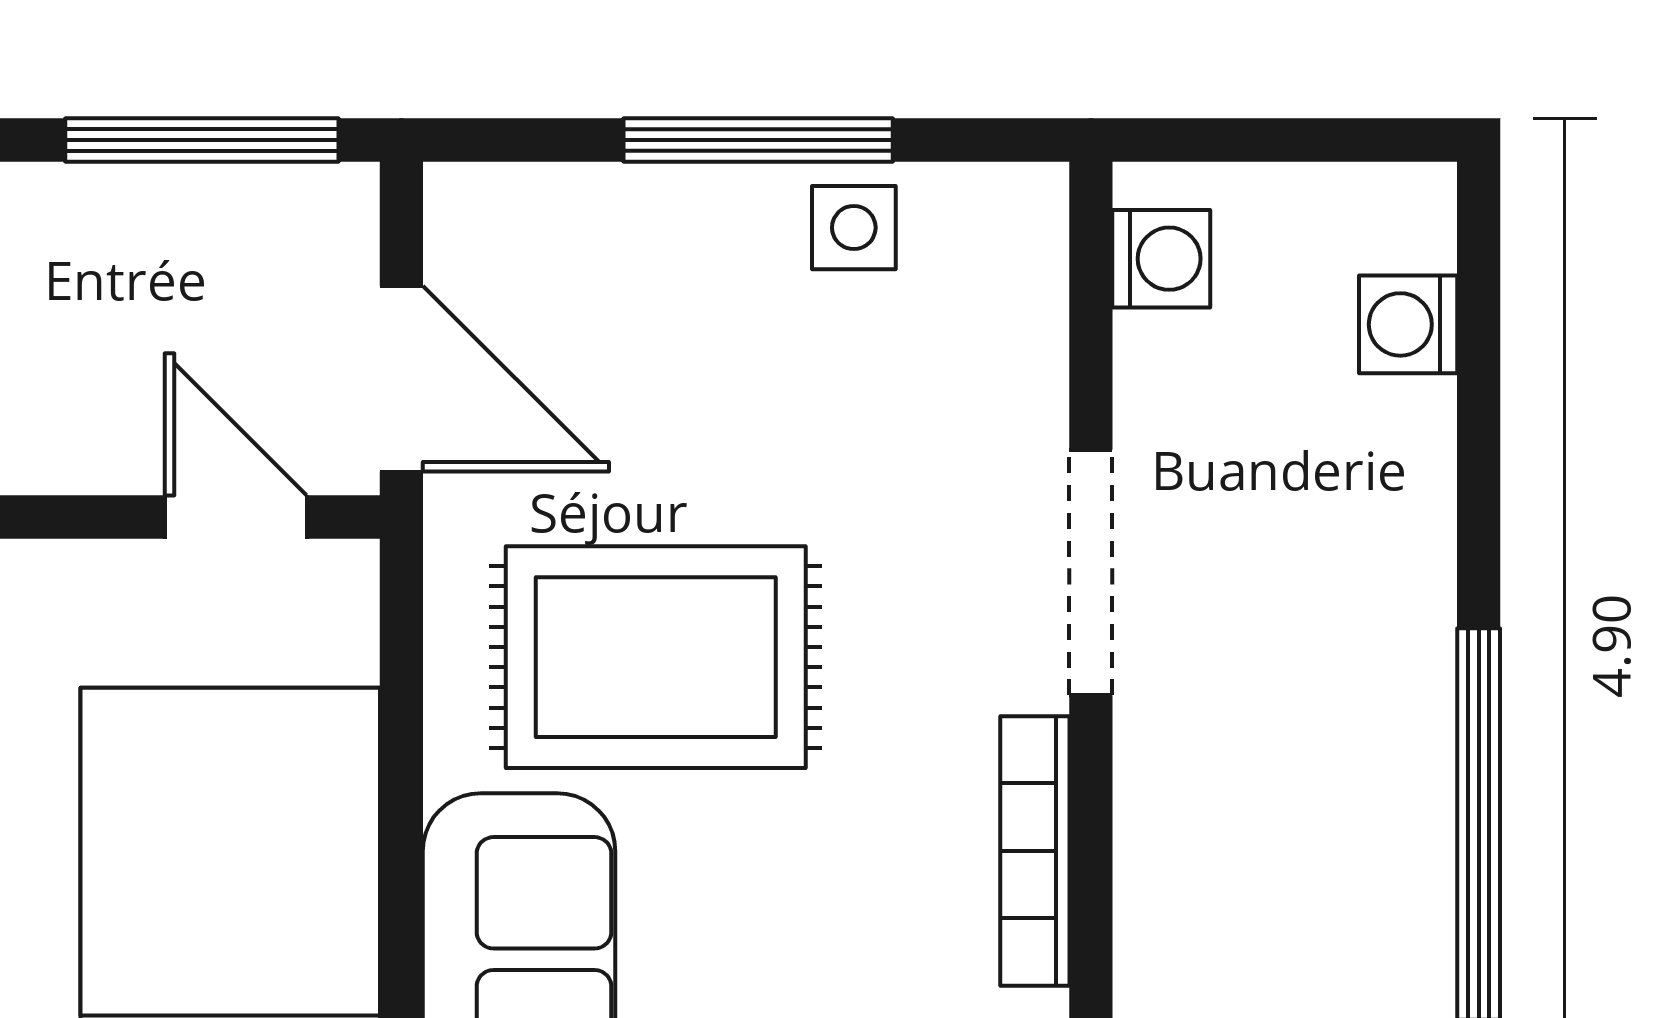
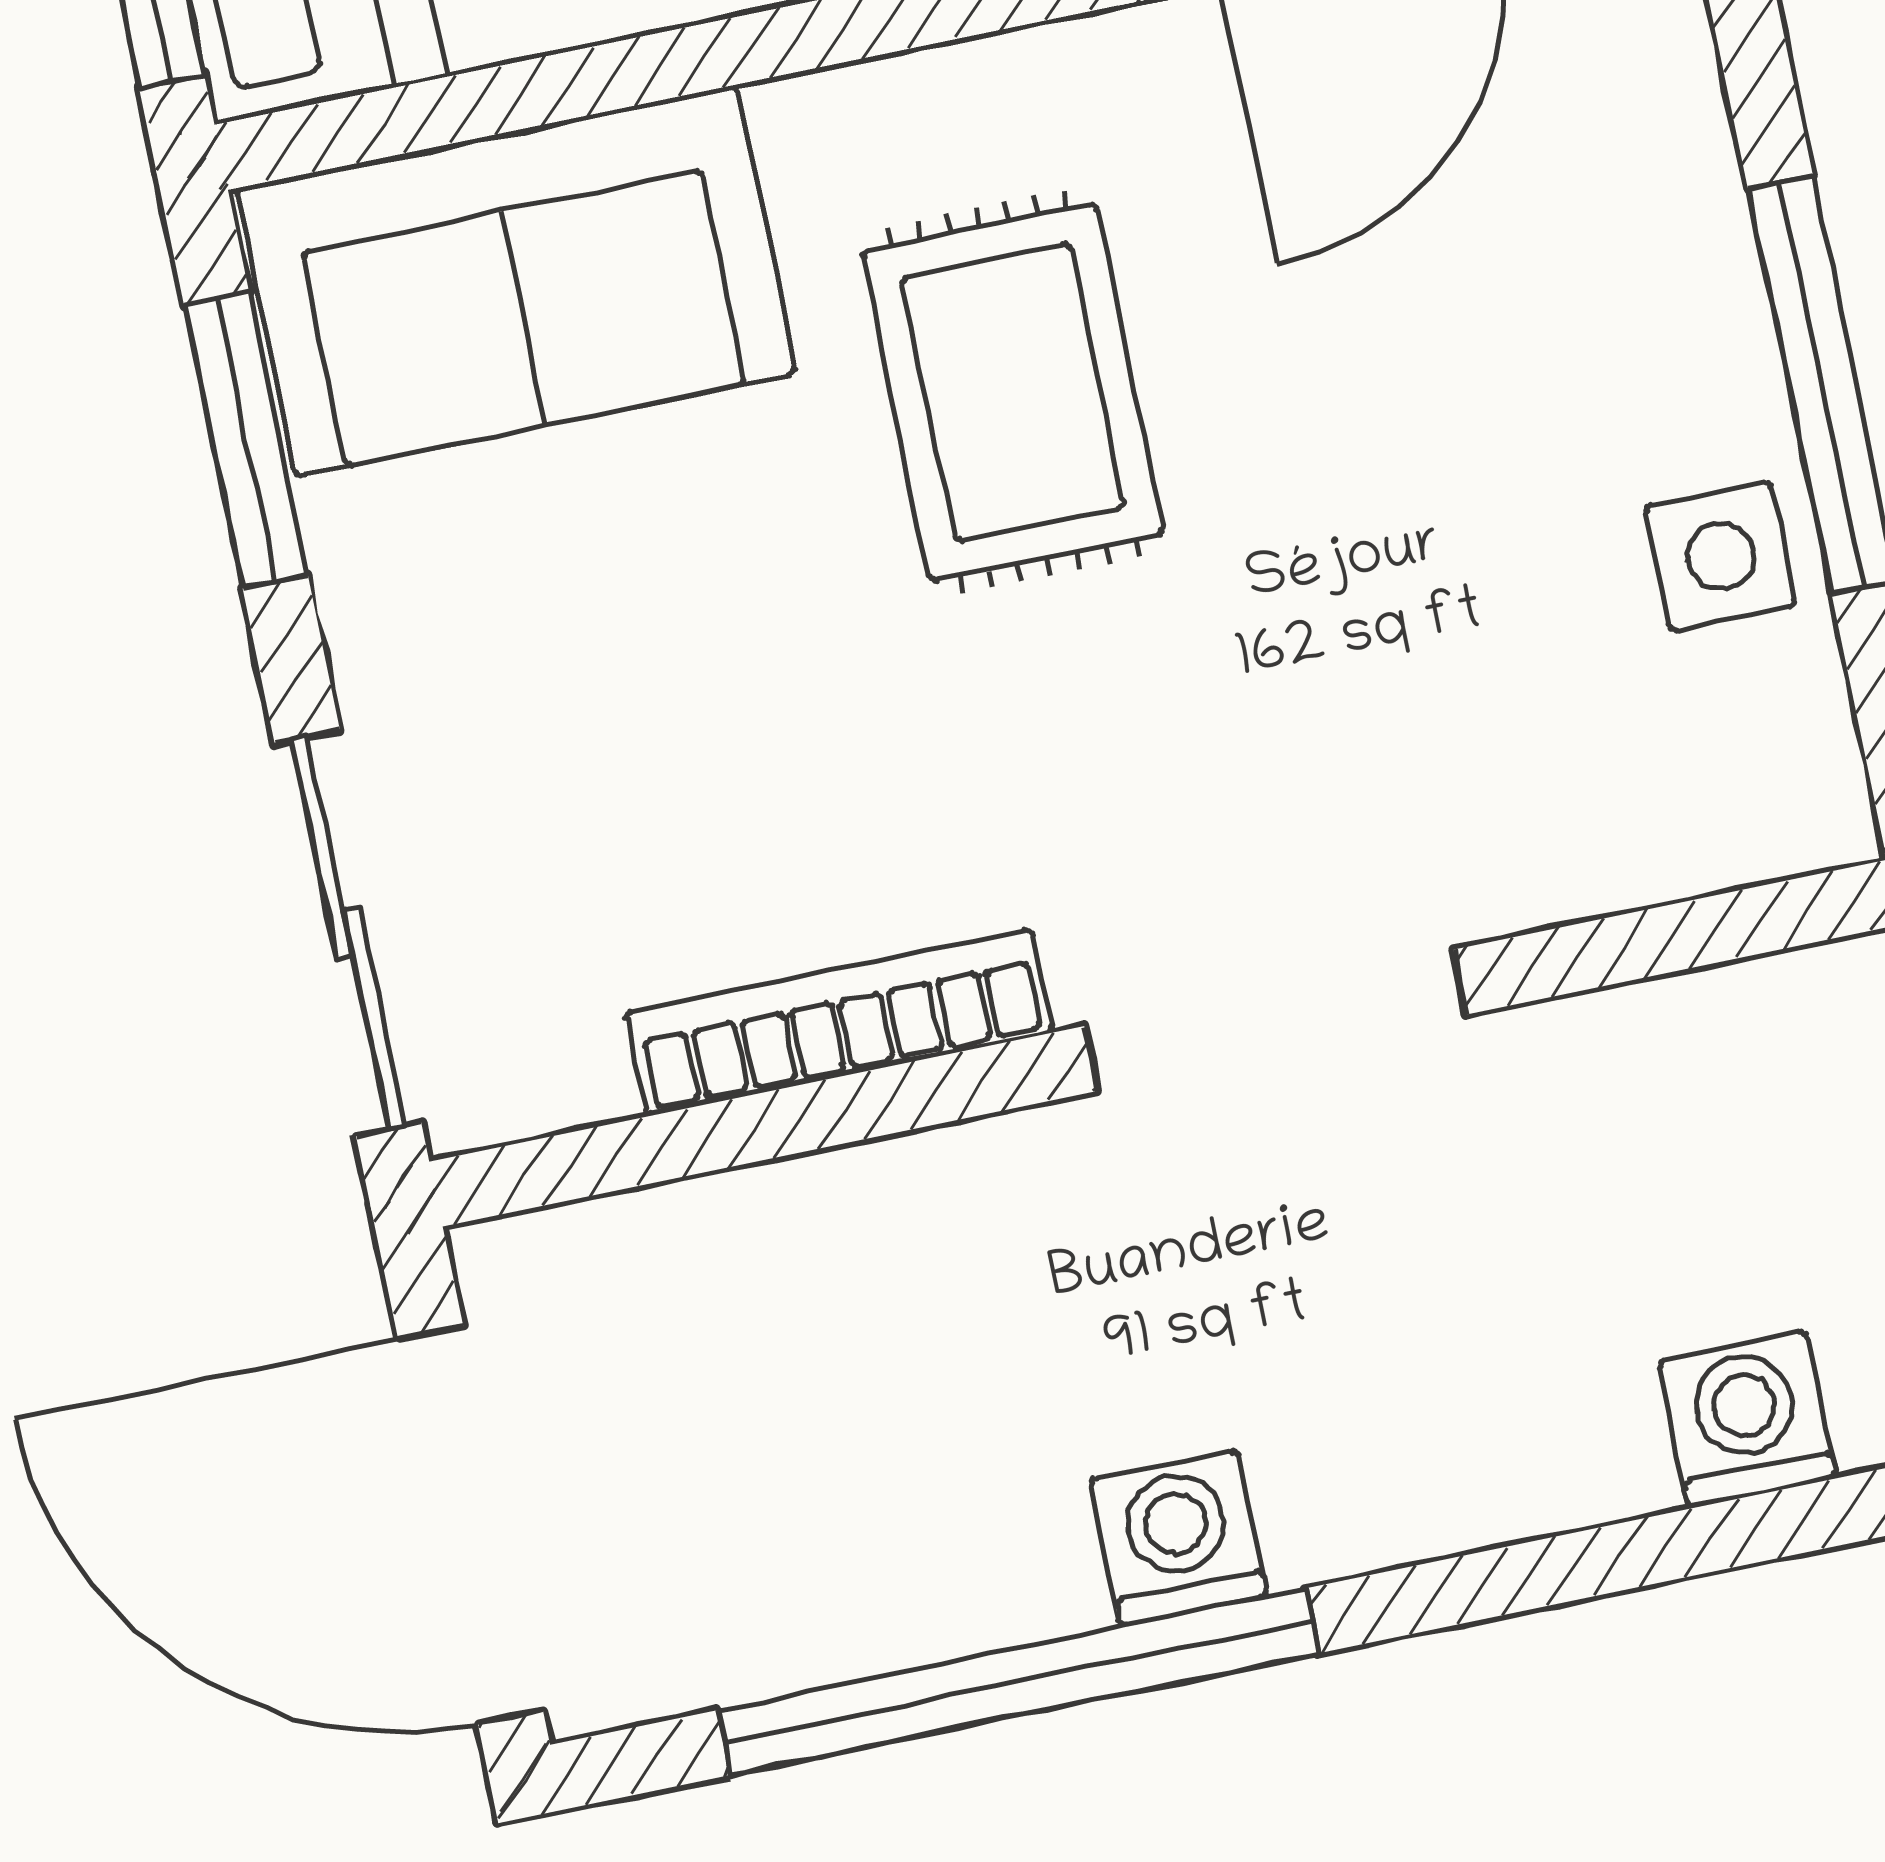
washing machine: (1161, 259) -> (1178, 1538), moved, turned 180
rug: (656, 657) -> (1013, 392), width x0.73, depth x0.70

